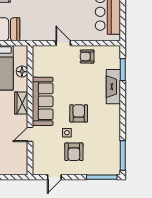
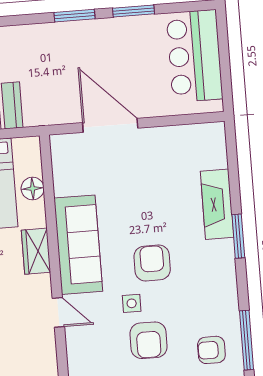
door: (63, 43) -> (110, 125), width x1.88
armchair: (87, 56) -> (211, 350), moved
window: (123, 70) -> (238, 236), moved
door: (30, 134) -> (58, 312), swing flipped

